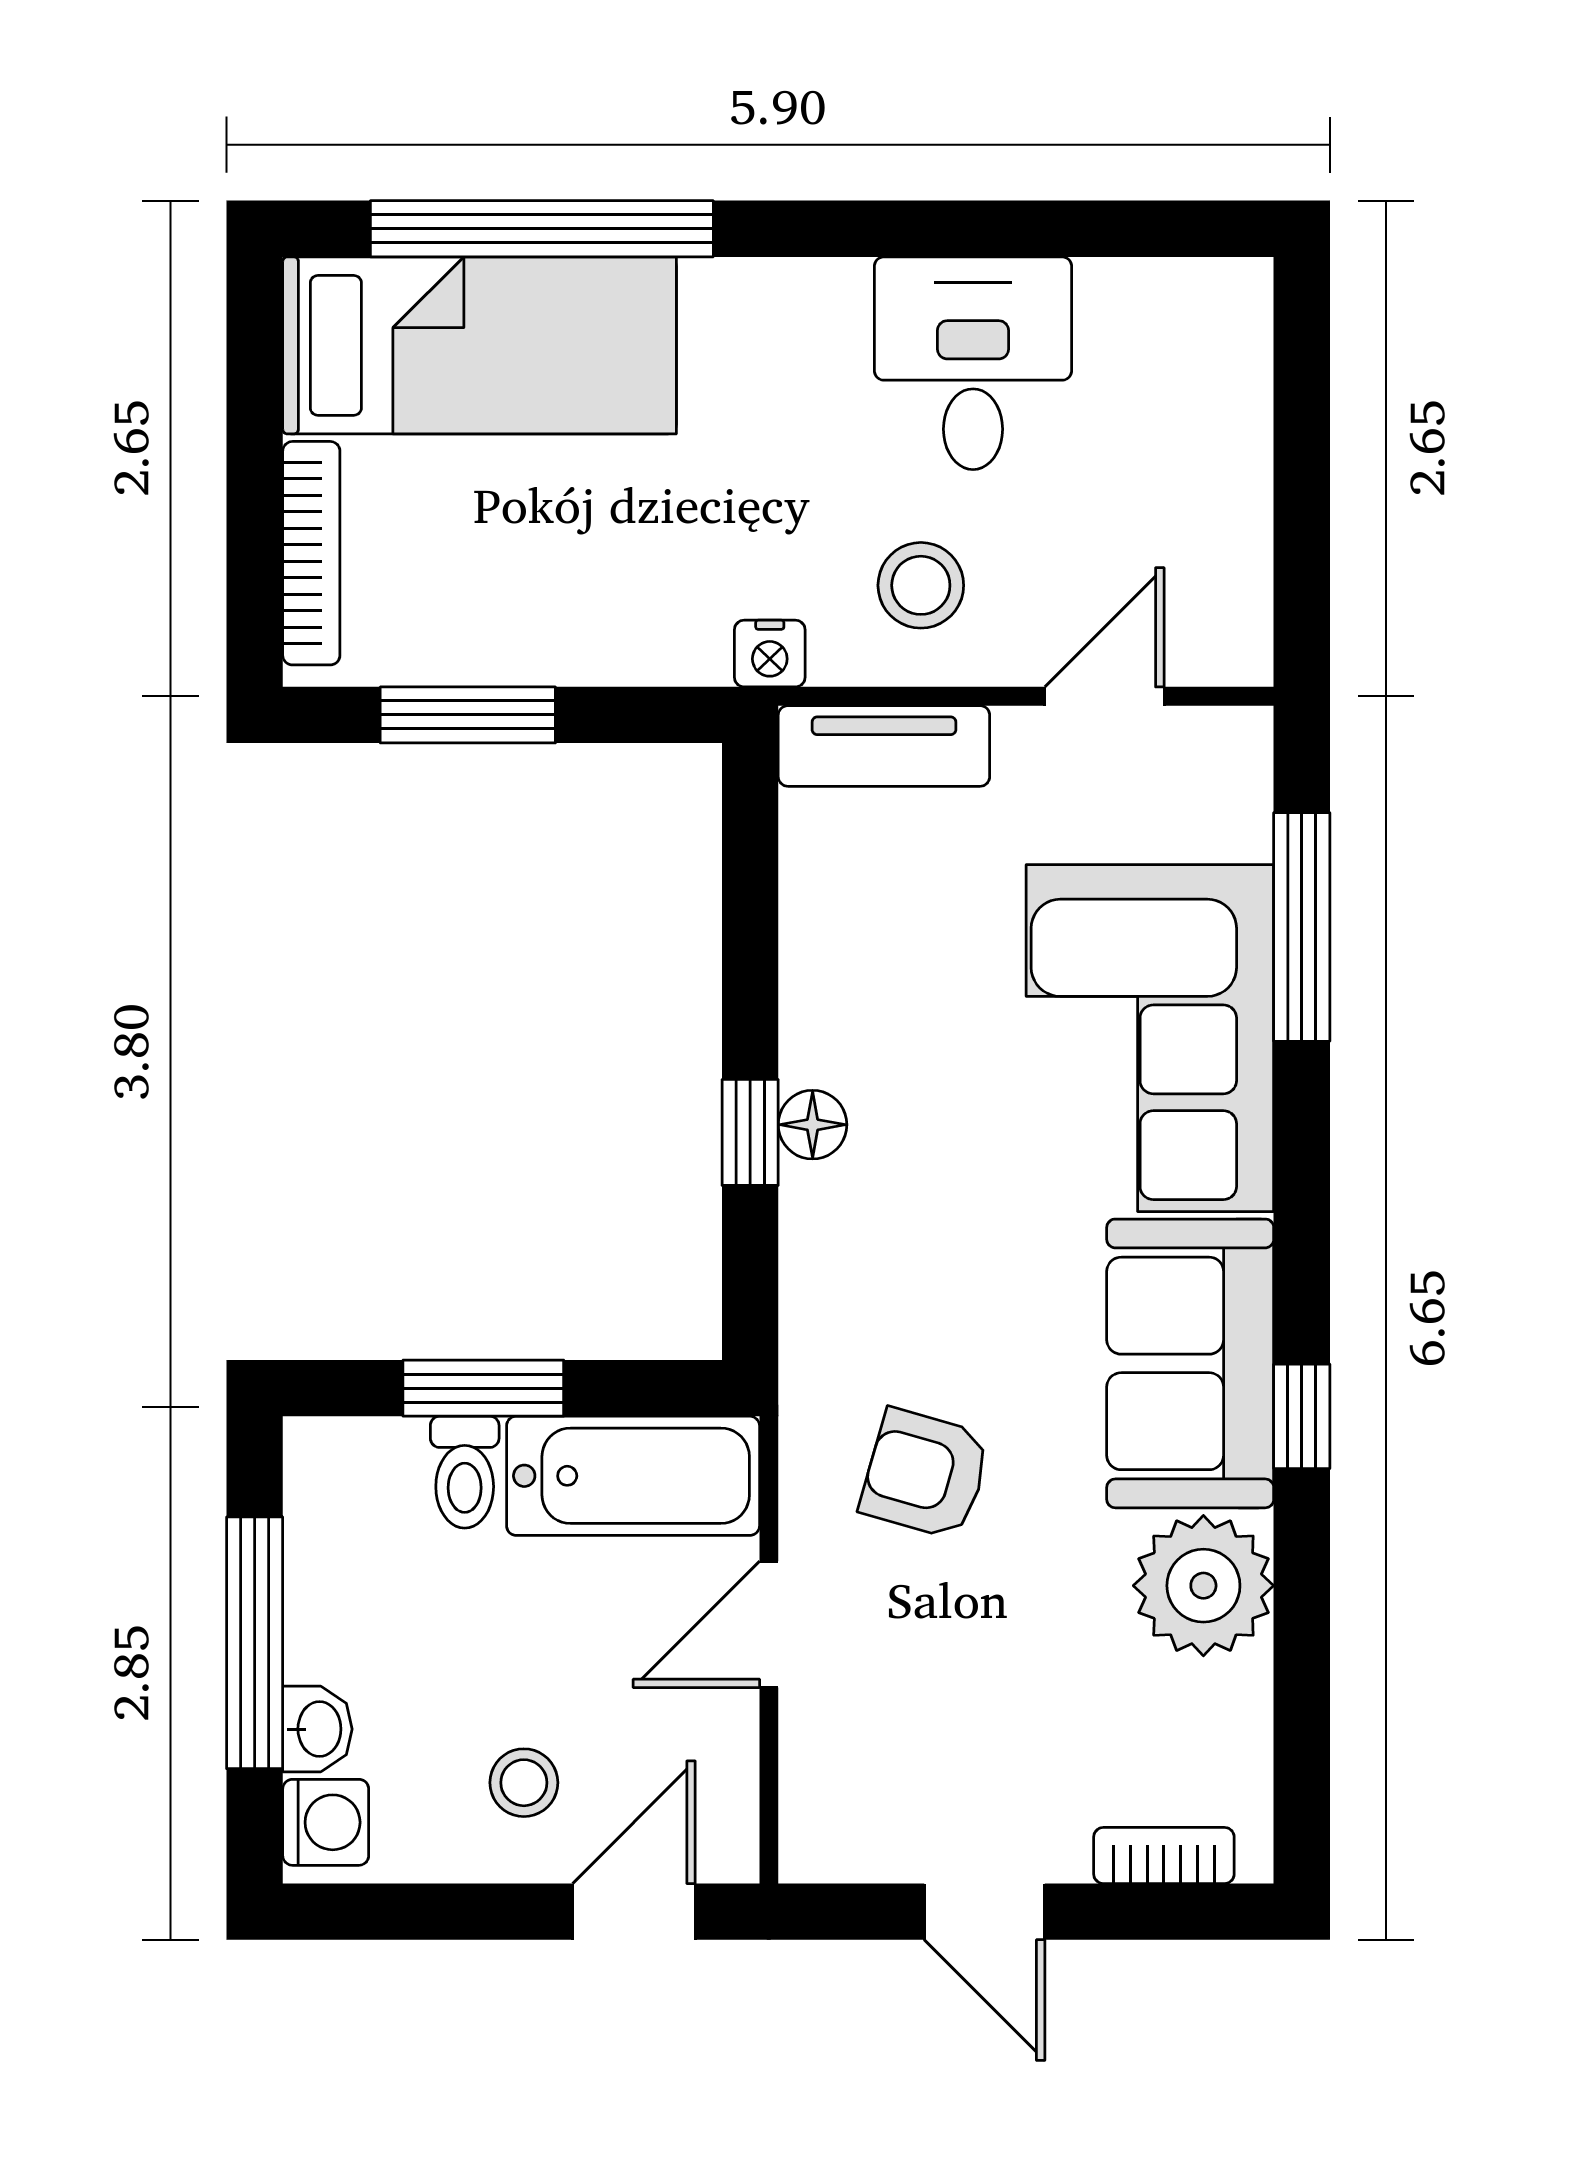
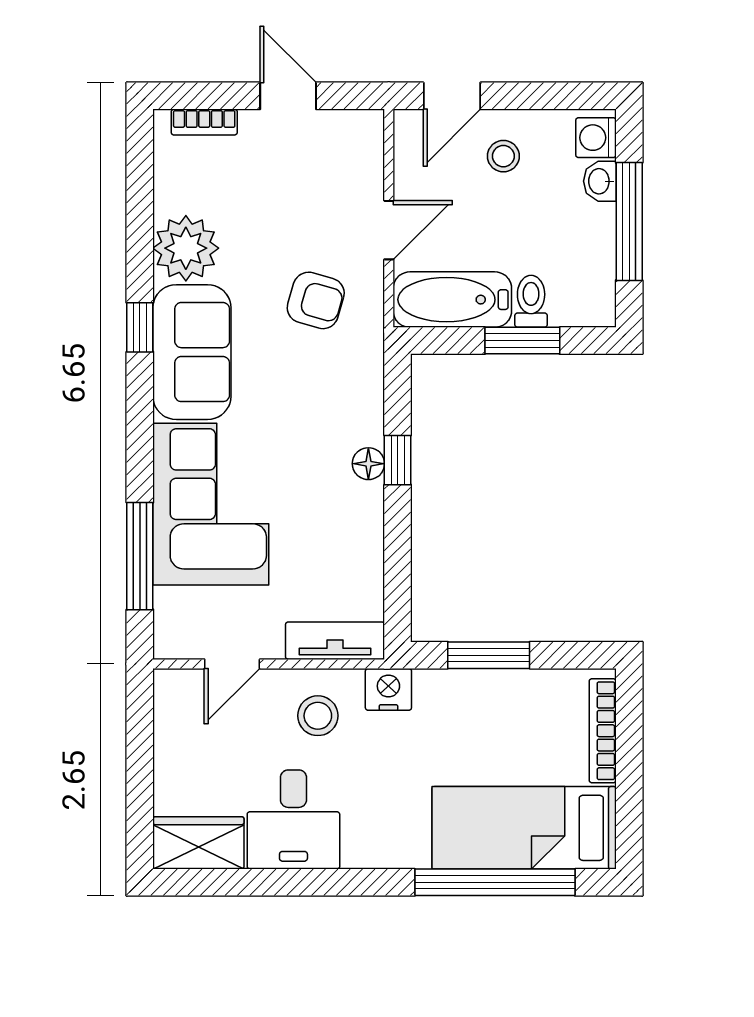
wardrobe: (1176, 313) -> (198, 843), added
nightstand: (770, 654) -> (388, 689), width x1.39, depth x1.35
window: (468, 715) -> (489, 655), moved

